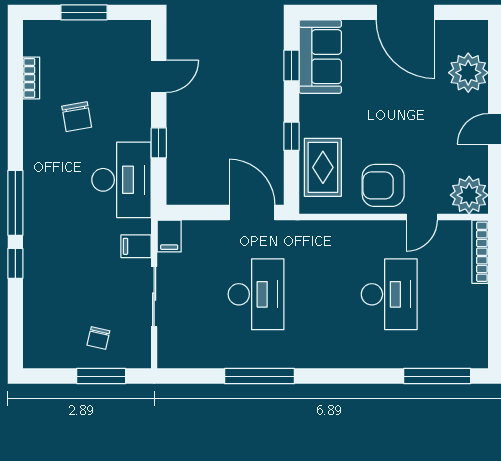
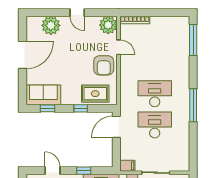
desk: (389, 294) -> (155, 94), moved
window: (260, 376) -> (193, 105), moved

